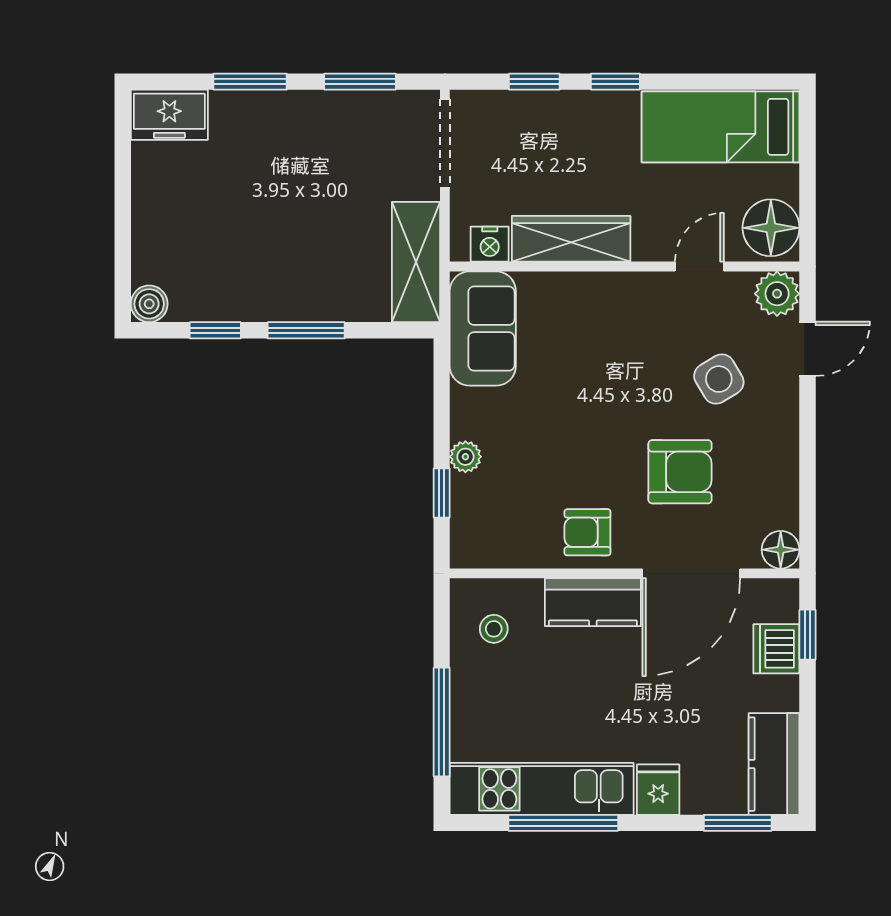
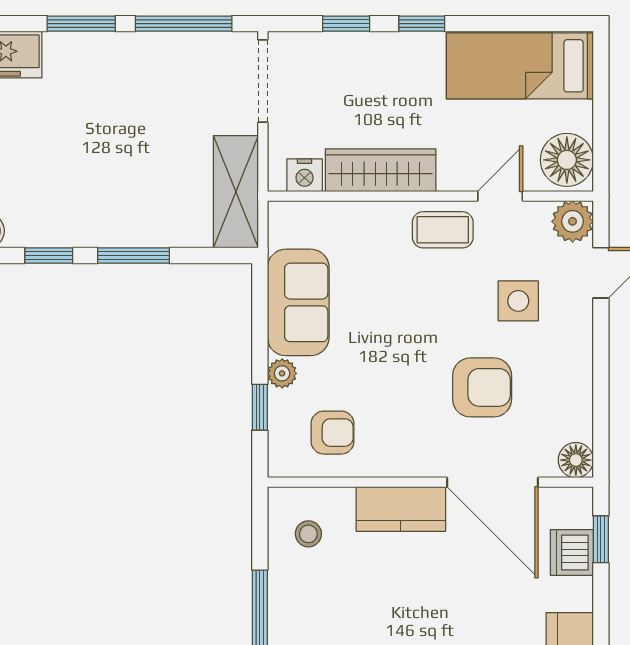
window: (360, 82) -> (184, 24), width x1.44
coffee table: (638, 303) -> (443, 230), added
sofa: (483, 329) -> (298, 302), moved
side table: (719, 379) -> (518, 301), turned 31
armchair: (587, 532) -> (333, 433), moved, turned 180
door: (691, 573) -> (493, 482), hinge flipped

